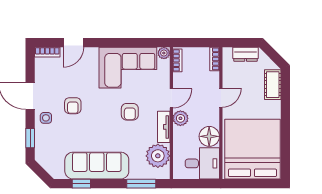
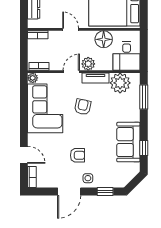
door: (171, 98) -> (71, 72), hinge flipped
armchair: (130, 112) -> (83, 107), turned -78
desk: (202, 163) -> (127, 56), moved, turned 180
sofa: (97, 166) -> (128, 142), width x0.73

